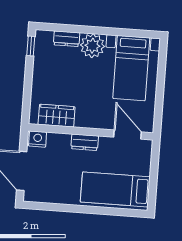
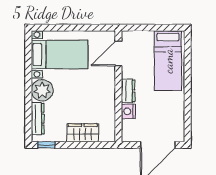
dresser: (67, 39) -> (38, 119), width x1.44
wardrobe: (57, 116) -> (83, 133), moved, turned 90
nightstand: (38, 139) -> (128, 111), moved

